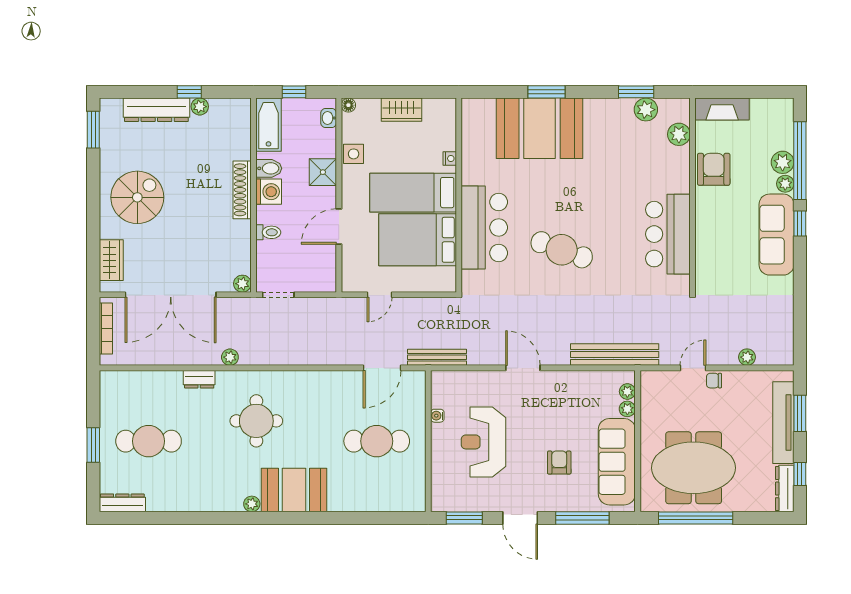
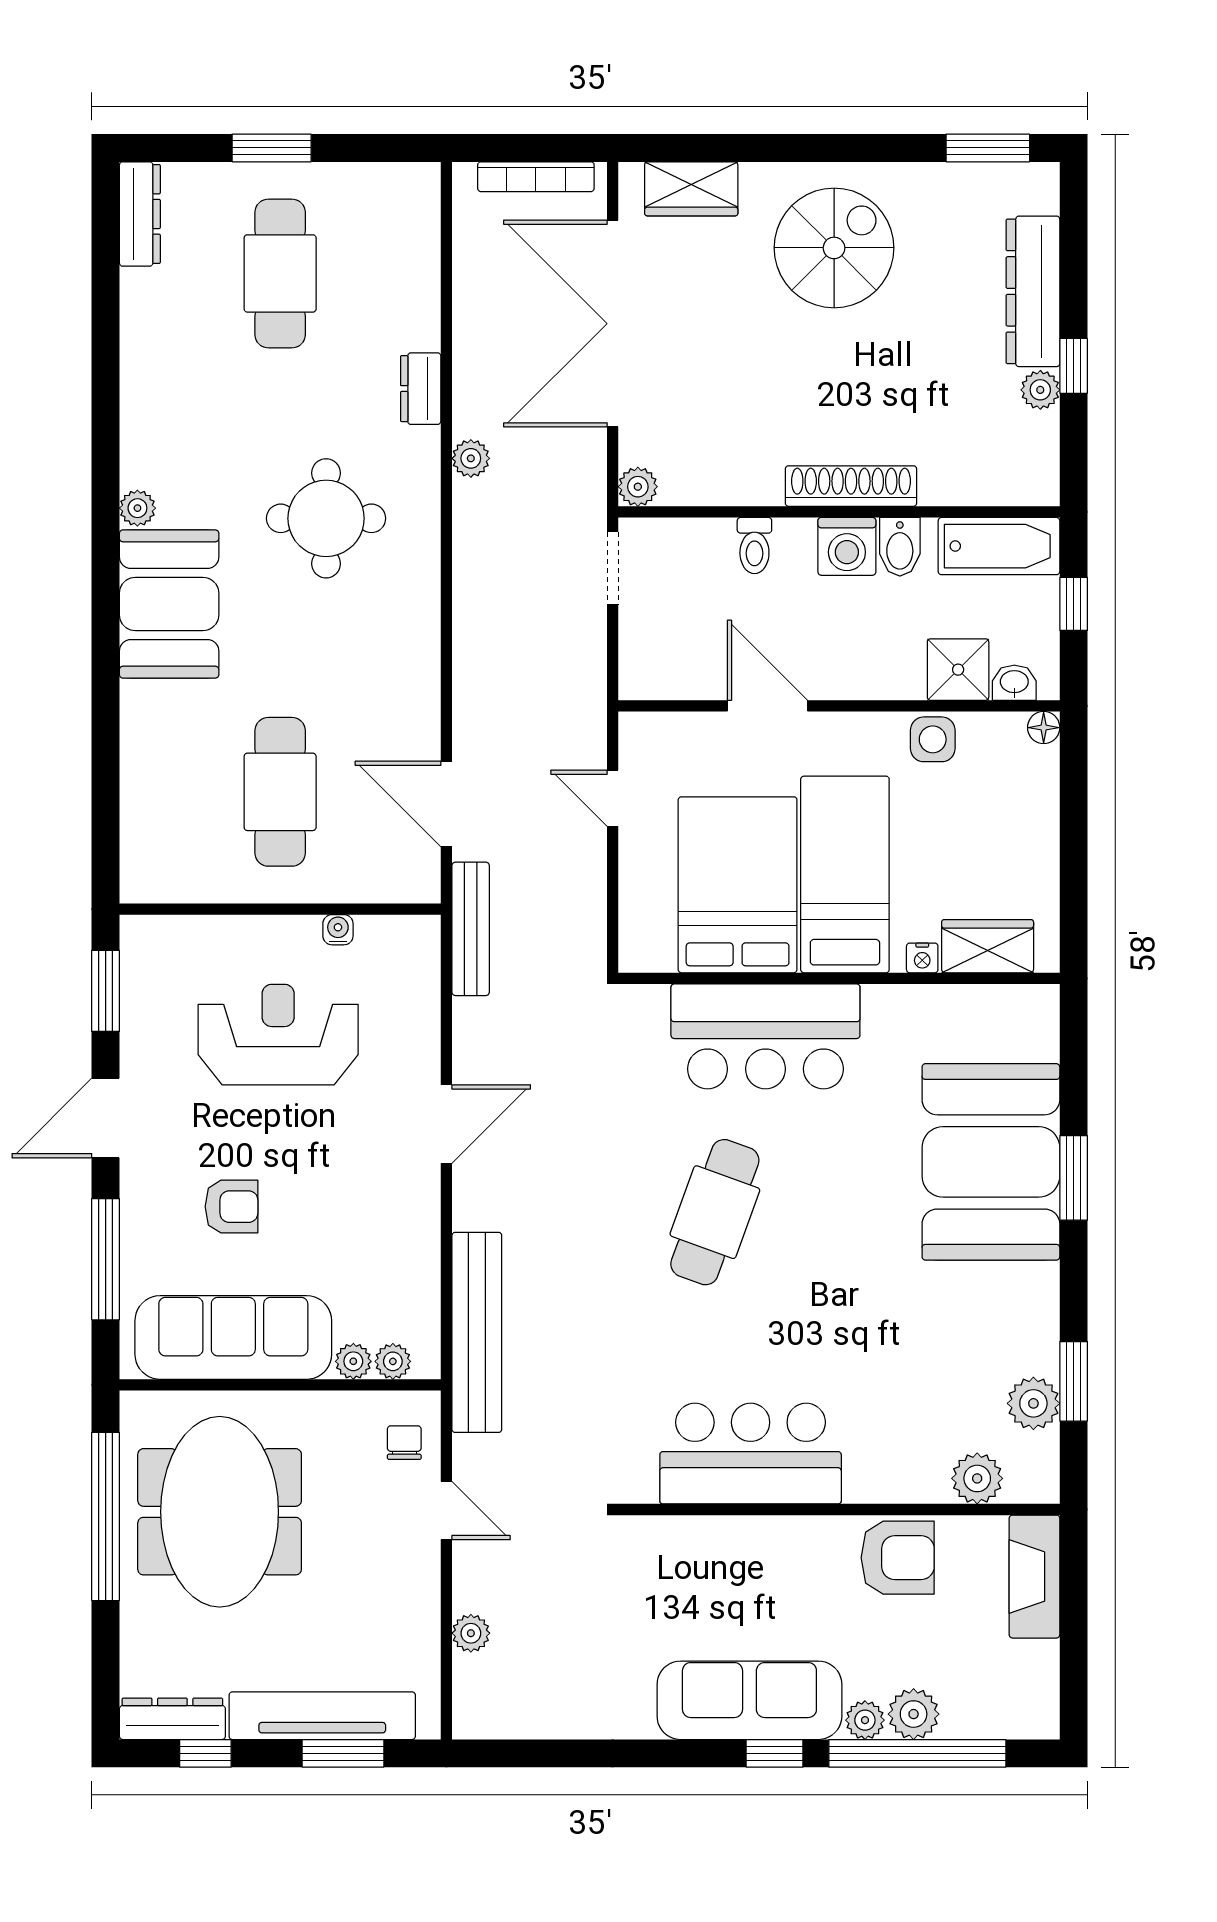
wardrobe: (402, 110) -> (988, 946), moved, turned 90
shower: (323, 172) -> (958, 670), moved
spiral stairs: (137, 197) -> (834, 248), turned -90
chair: (714, 381) -> (404, 1443), moved

